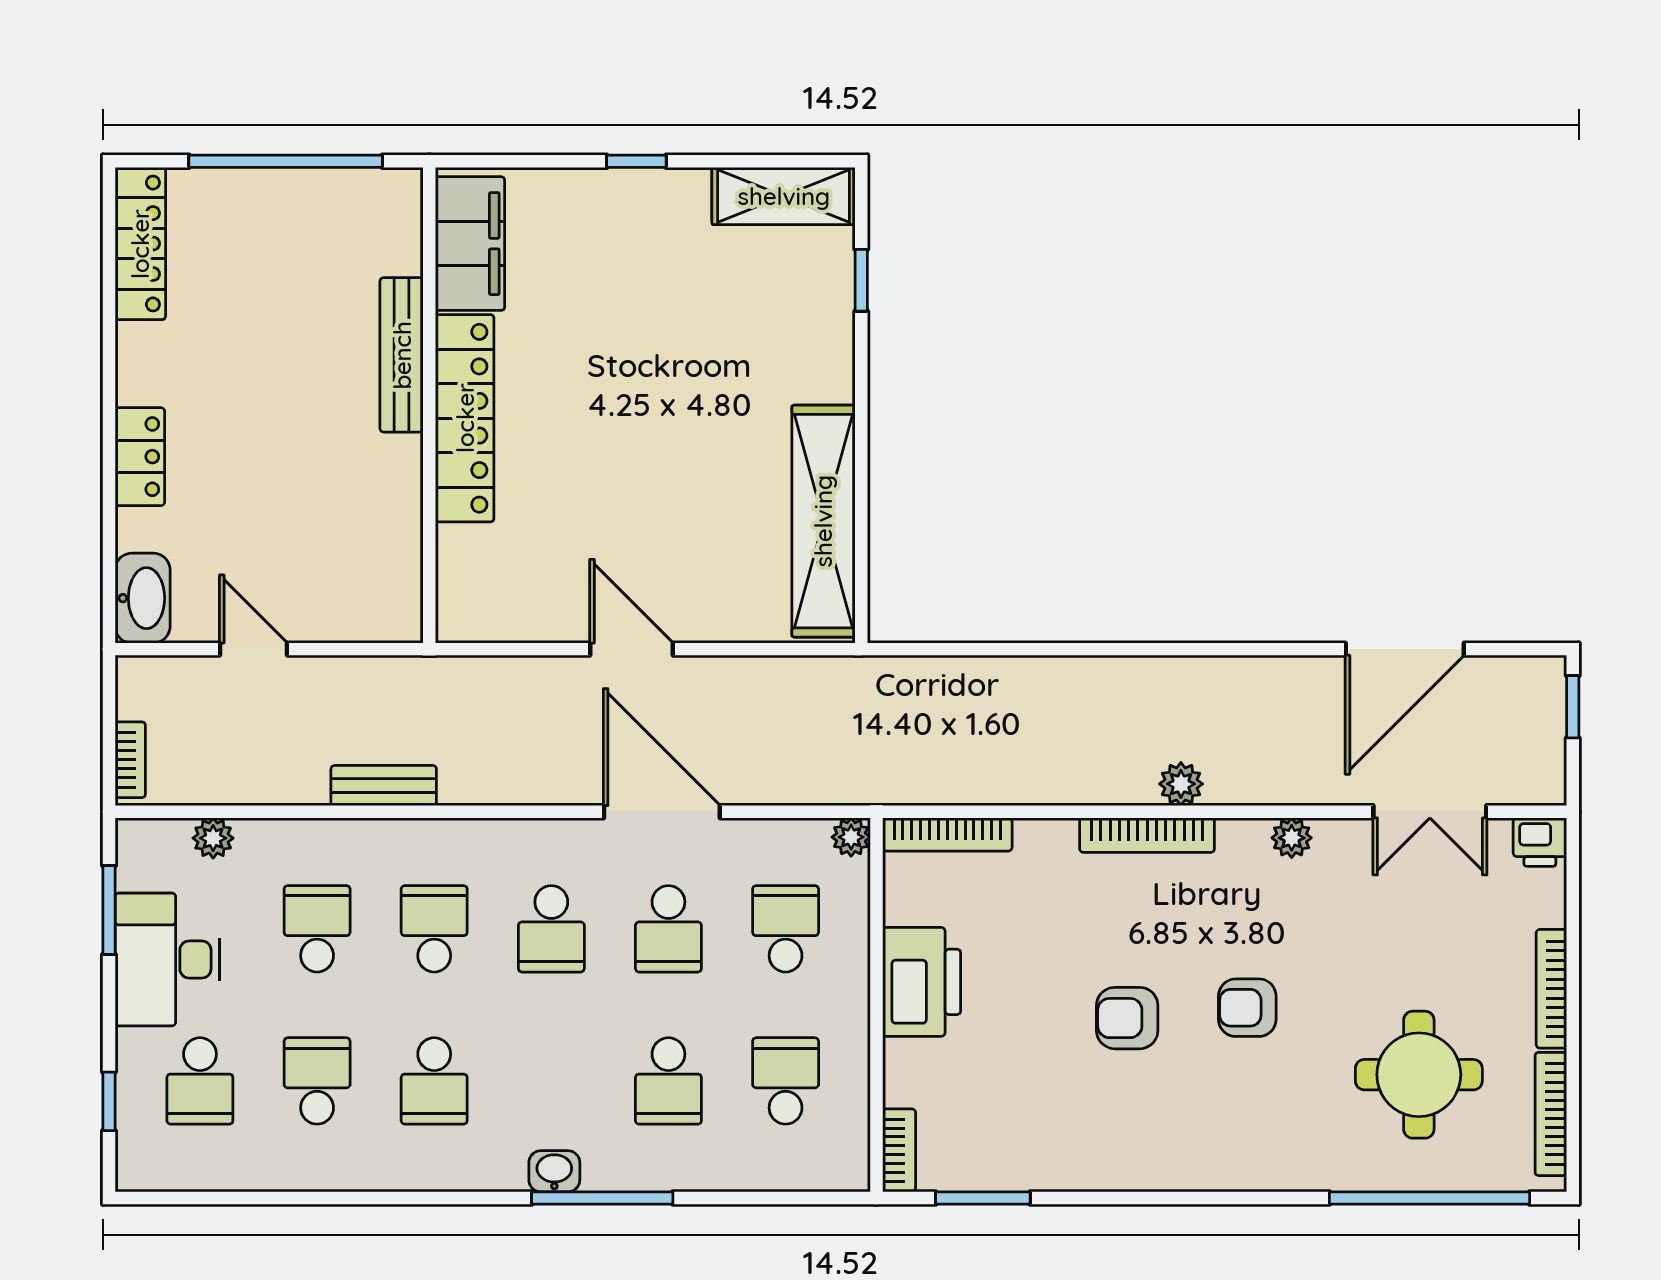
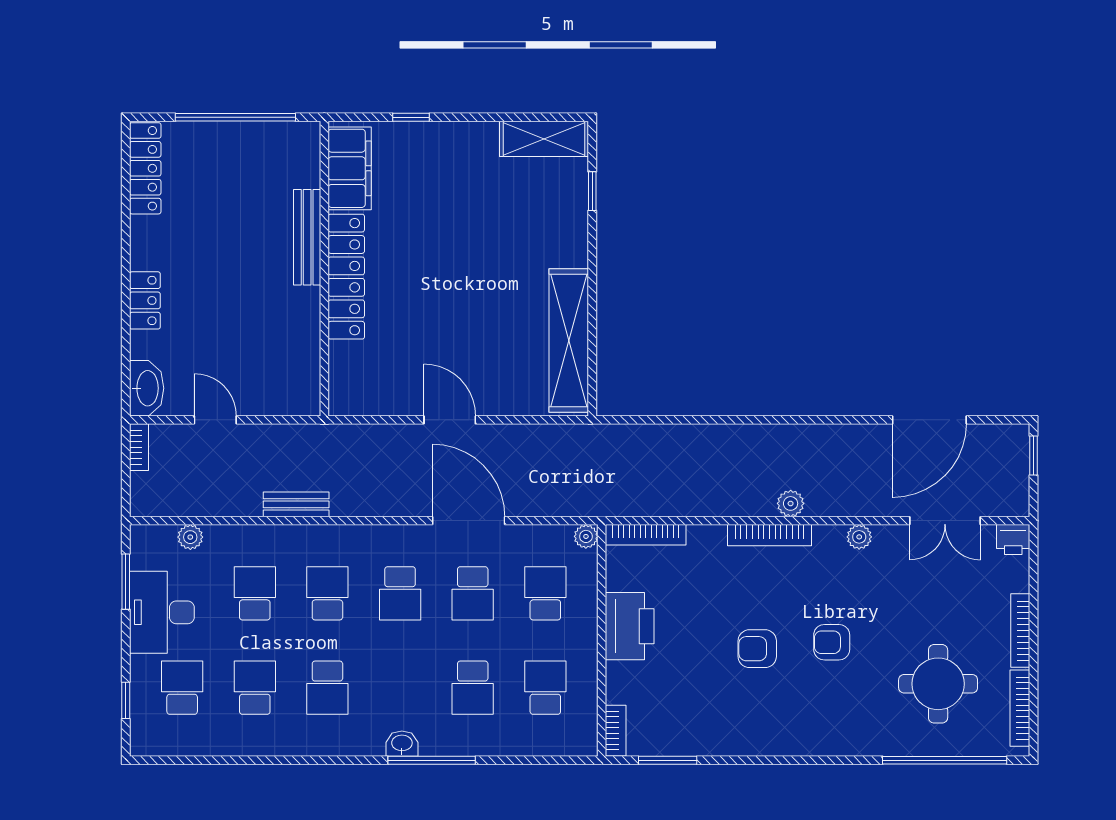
window: (636, 161) -> (411, 117), moved
bookcase: (130, 760) -> (139, 447), moved
school desk: (200, 1081) -> (182, 688), turned 180

